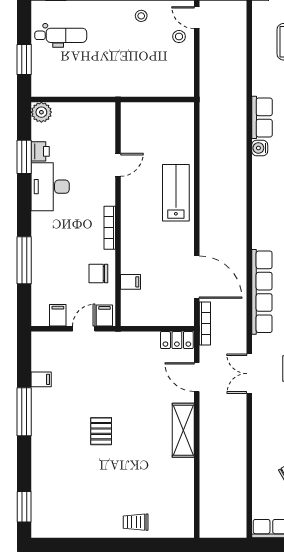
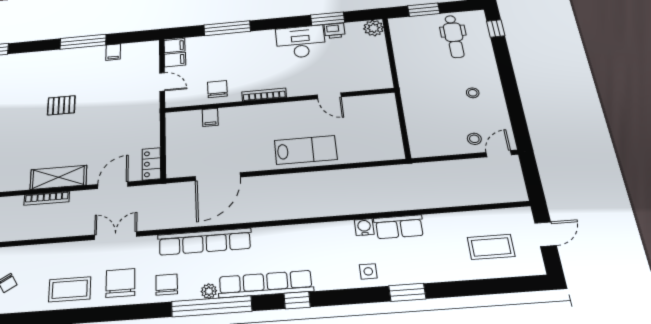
stool: (141, 16) -> (473, 93), moved
filing cabinet: (104, 315) -> (174, 46), moved
bookcase: (205, 323) -> (47, 198), moved

